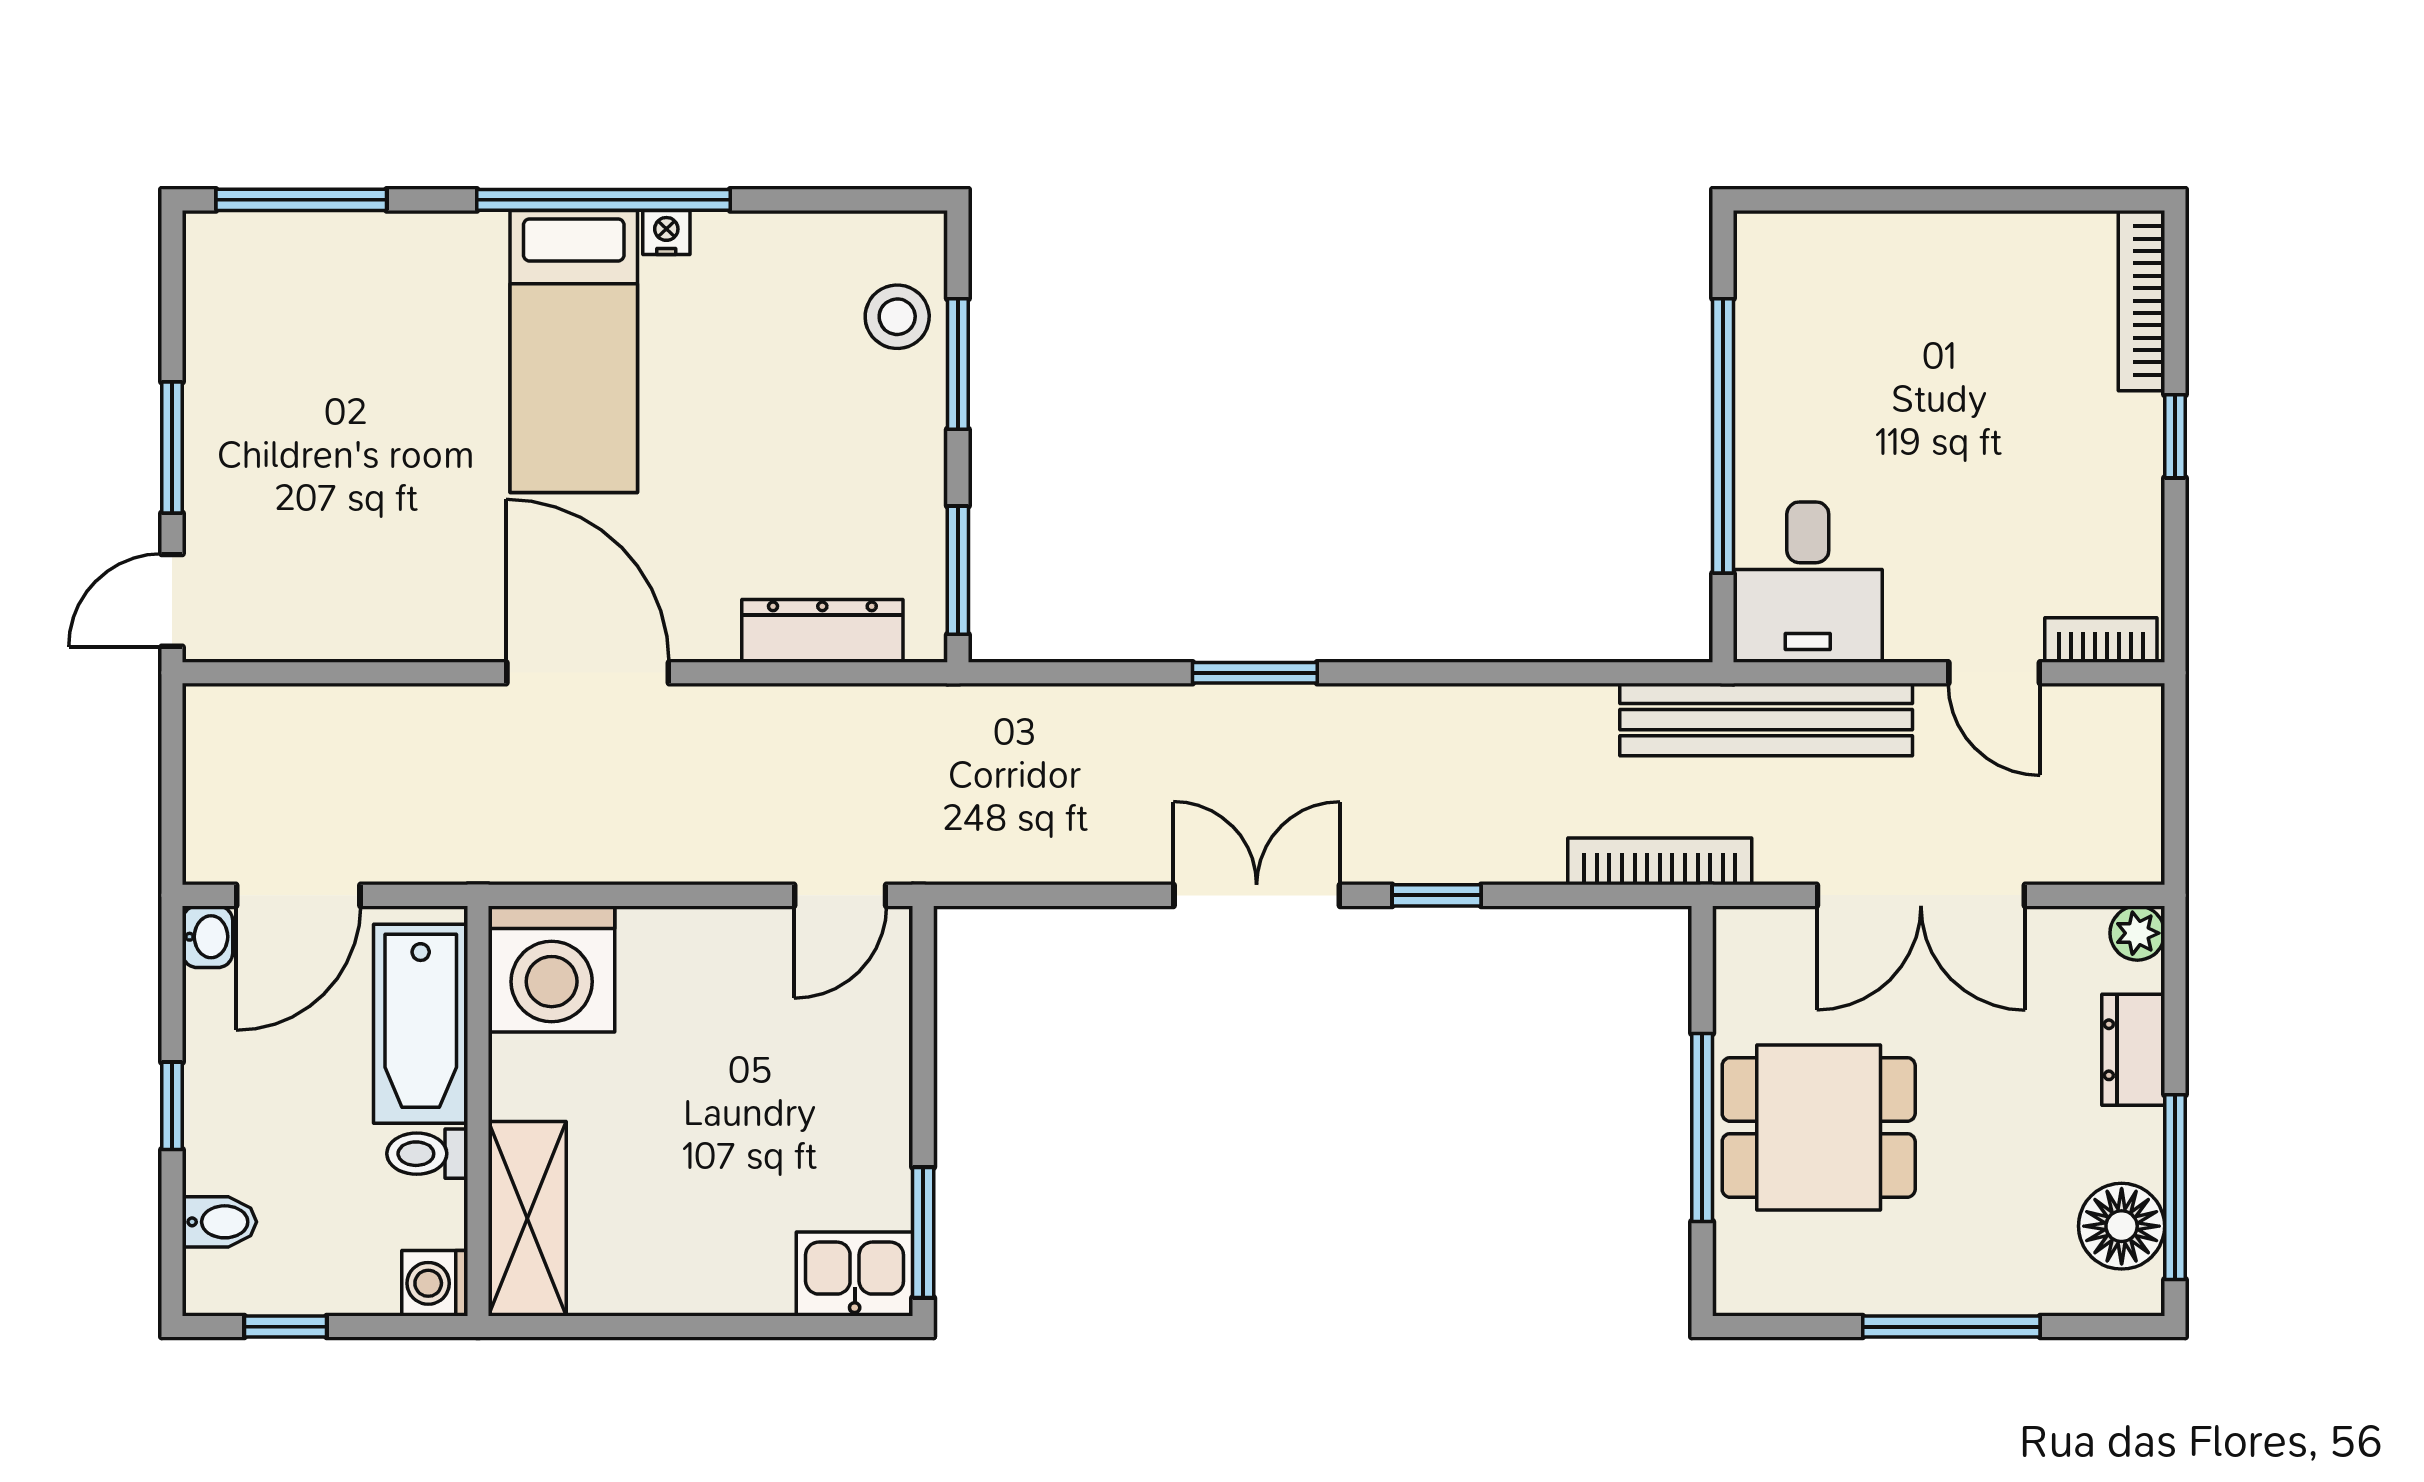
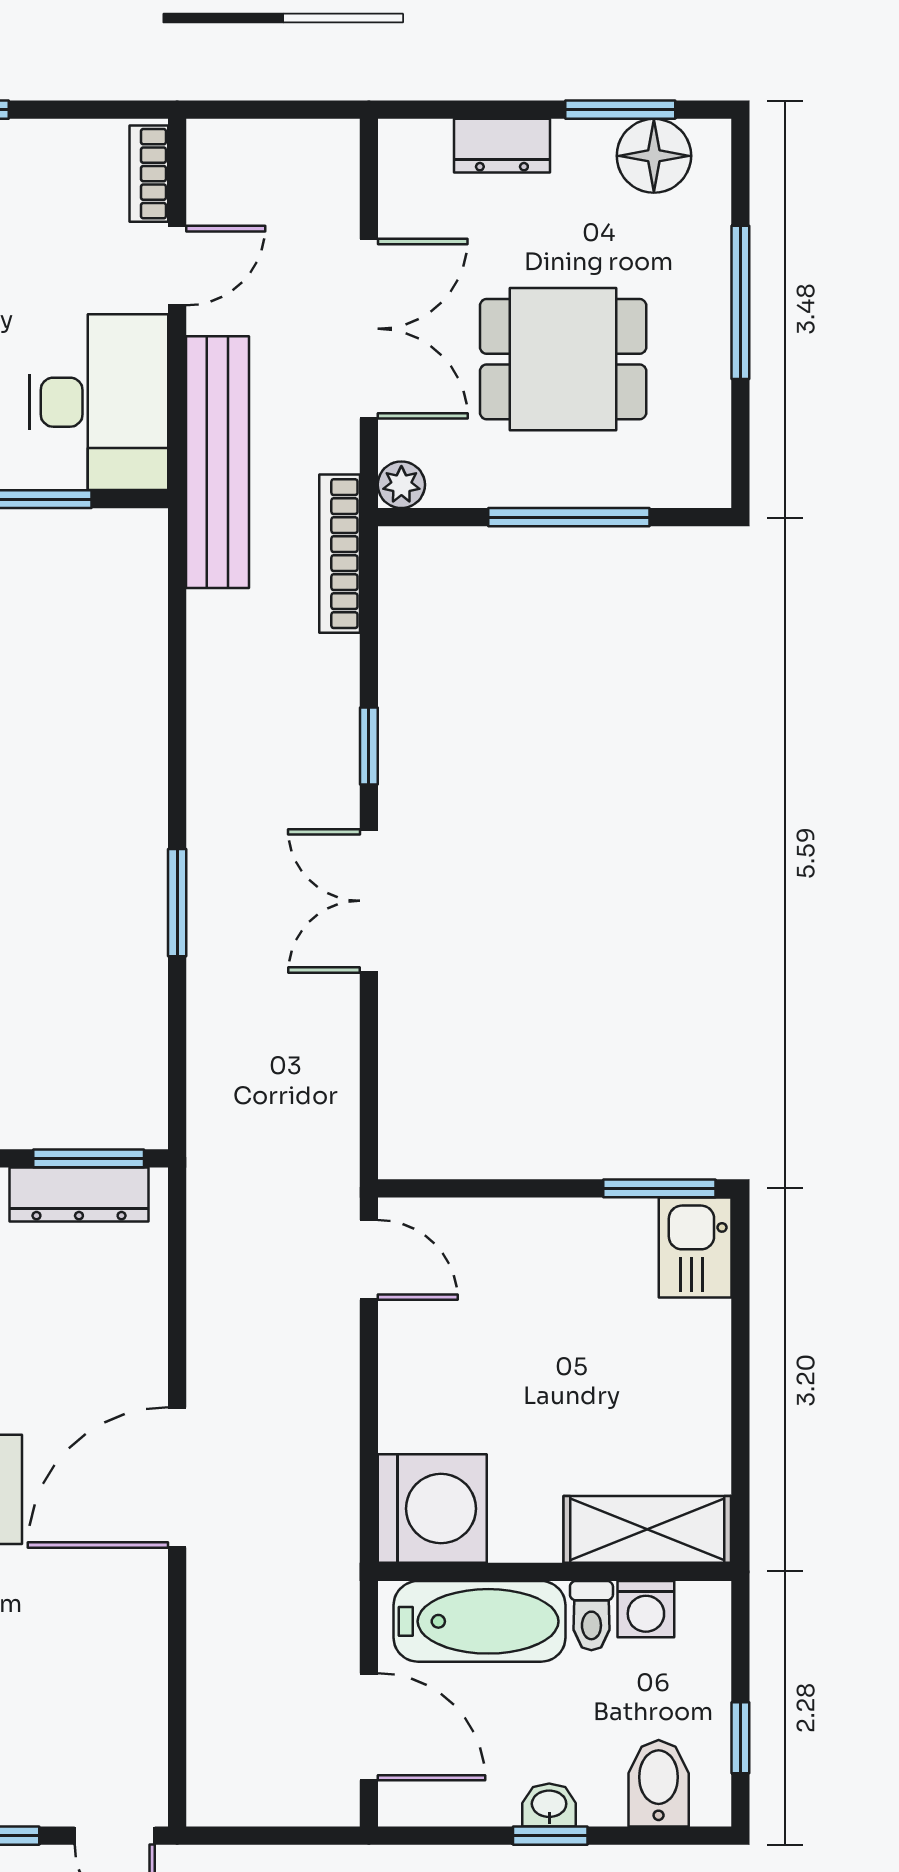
desk: (1808, 582) -> (99, 402), width x1.37
dresser: (822, 631) -> (79, 1195), moved, turned -90
plant: (2137, 933) -> (401, 485), moved
washbasin: (208, 937) -> (549, 1805), moved
dining table: (1819, 1127) -> (563, 359), moved, turned 90
window: (2175, 1187) -> (620, 110), width x0.69
bidet: (220, 1222) -> (659, 1783), width x1.38, depth x1.36
washing machine: (435, 1283) -> (646, 1609), moved

